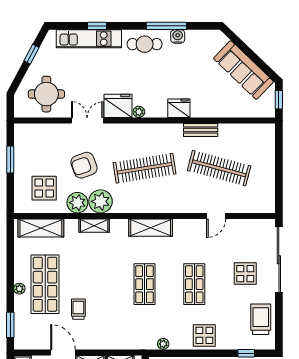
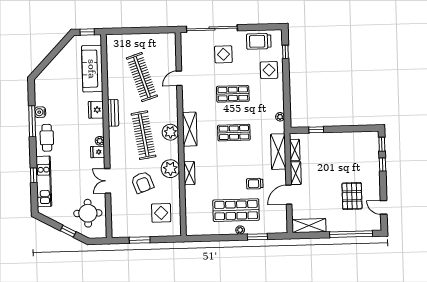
window: (32, 54) -> (68, 231), moved
sofa: (244, 70) -> (92, 69), moved, turned 136
fridge: (118, 106) -> (98, 152), width x0.53, depth x0.75
bench: (201, 130) -> (113, 113), moved
clothes rail: (219, 168) -> (142, 77), turned -33
plant: (77, 203) -> (170, 132), moved
door: (216, 216) -> (179, 78), swing flipped
shelving: (41, 228) -> (278, 152), moved
window: (10, 325) -> (257, 237), moved
display table: (204, 335) -> (269, 70), moved

